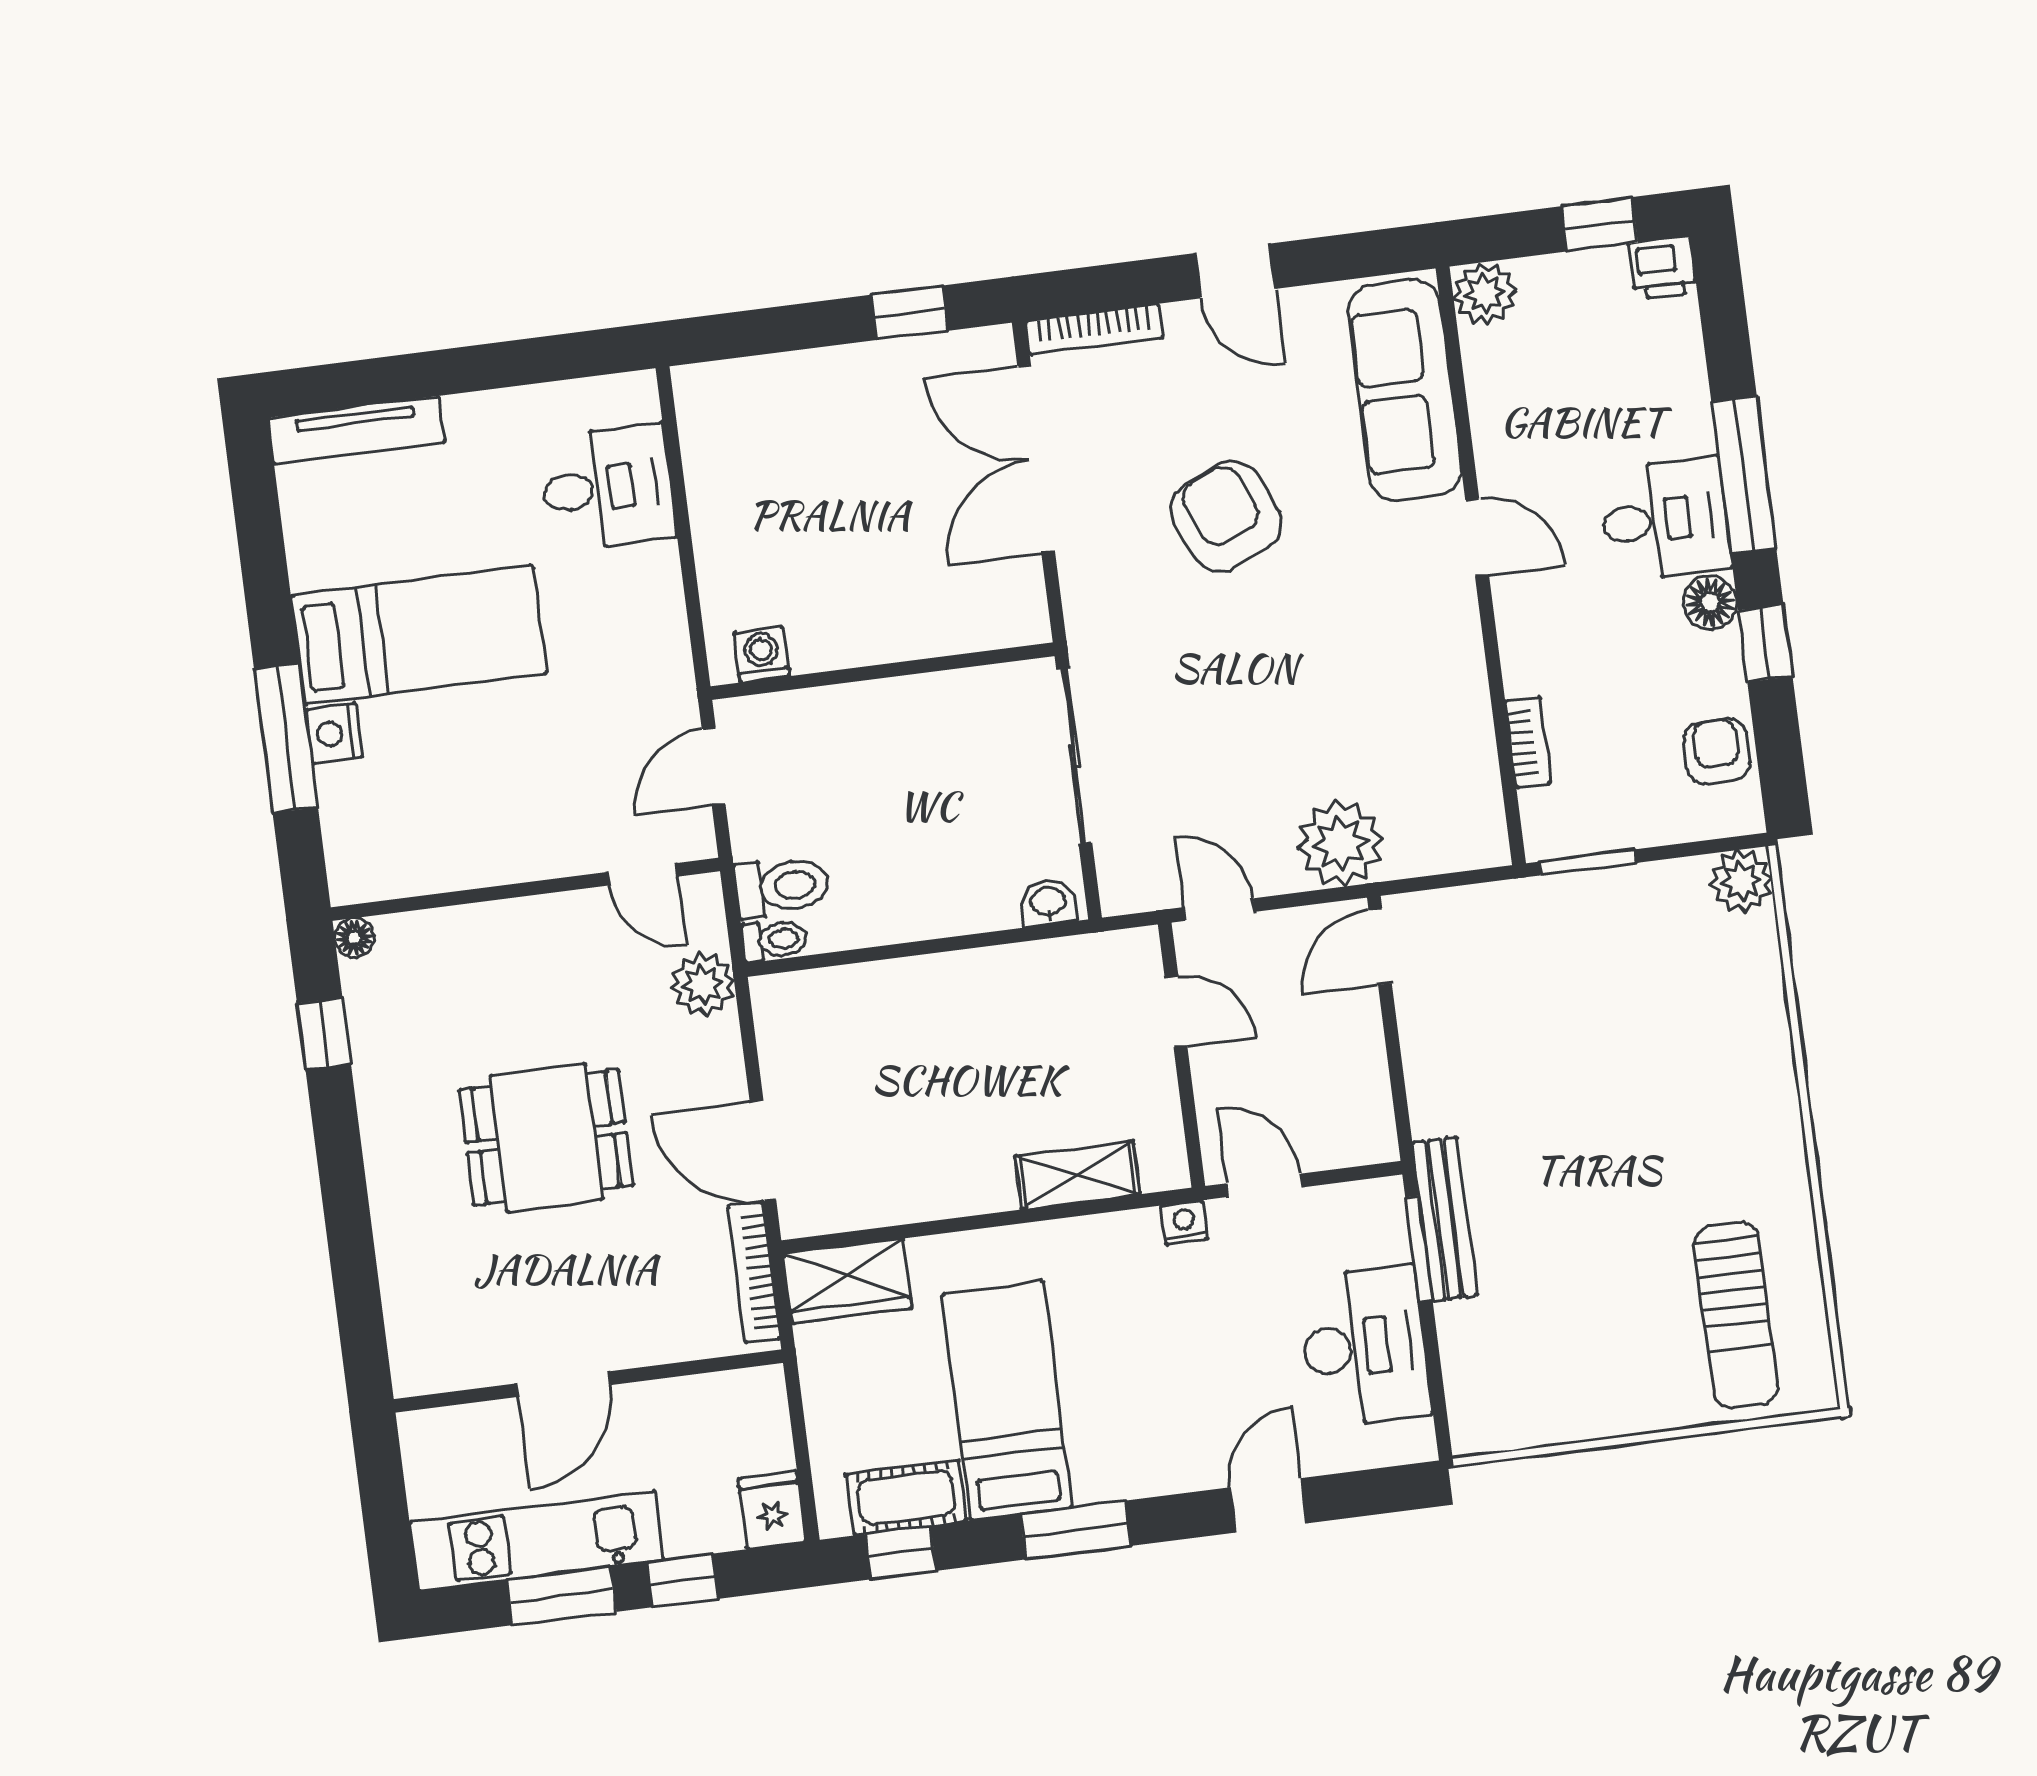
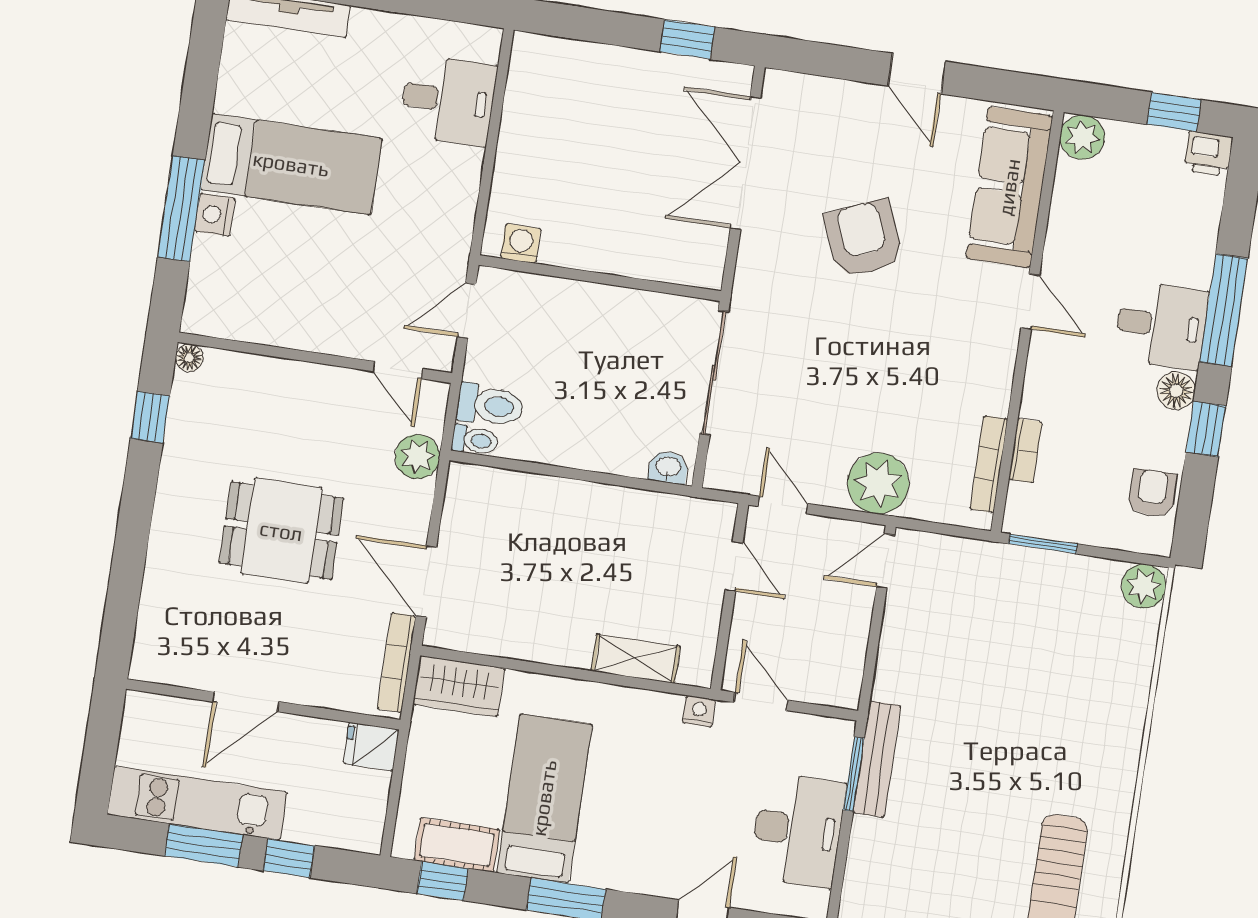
bookcase: (1094, 329) -> (989, 464), moved, turned 90
fridge: (772, 1510) -> (371, 747), moved, turned -90

